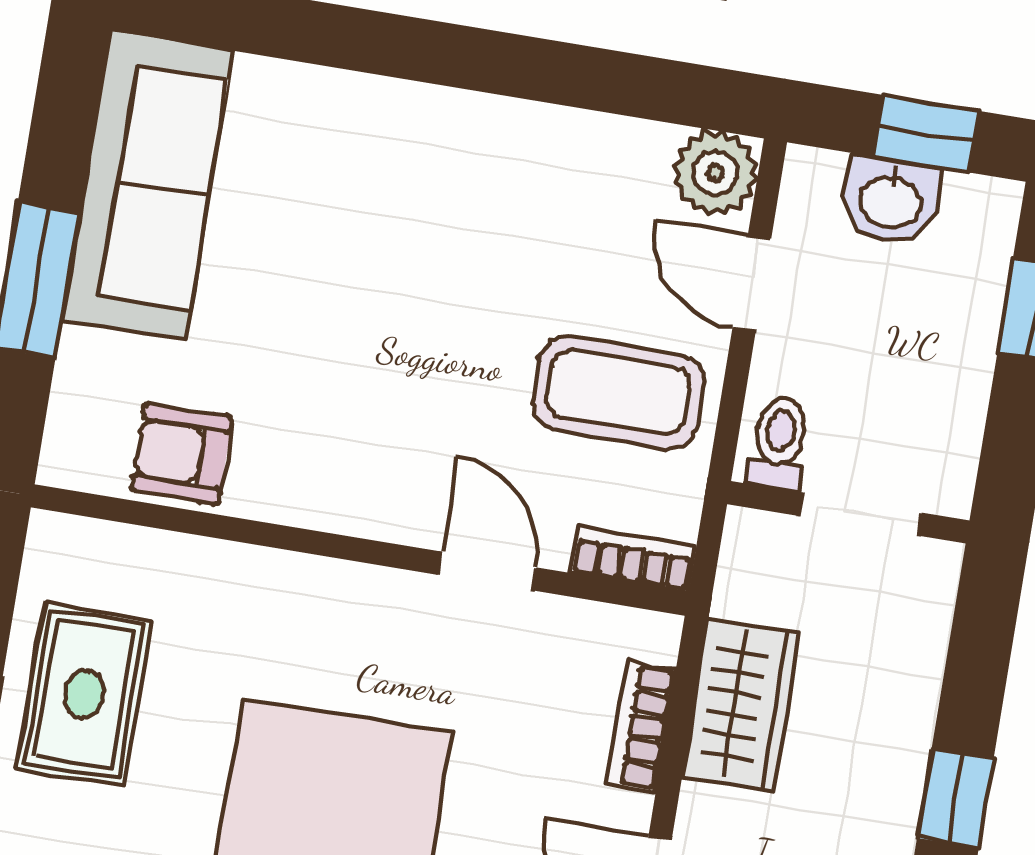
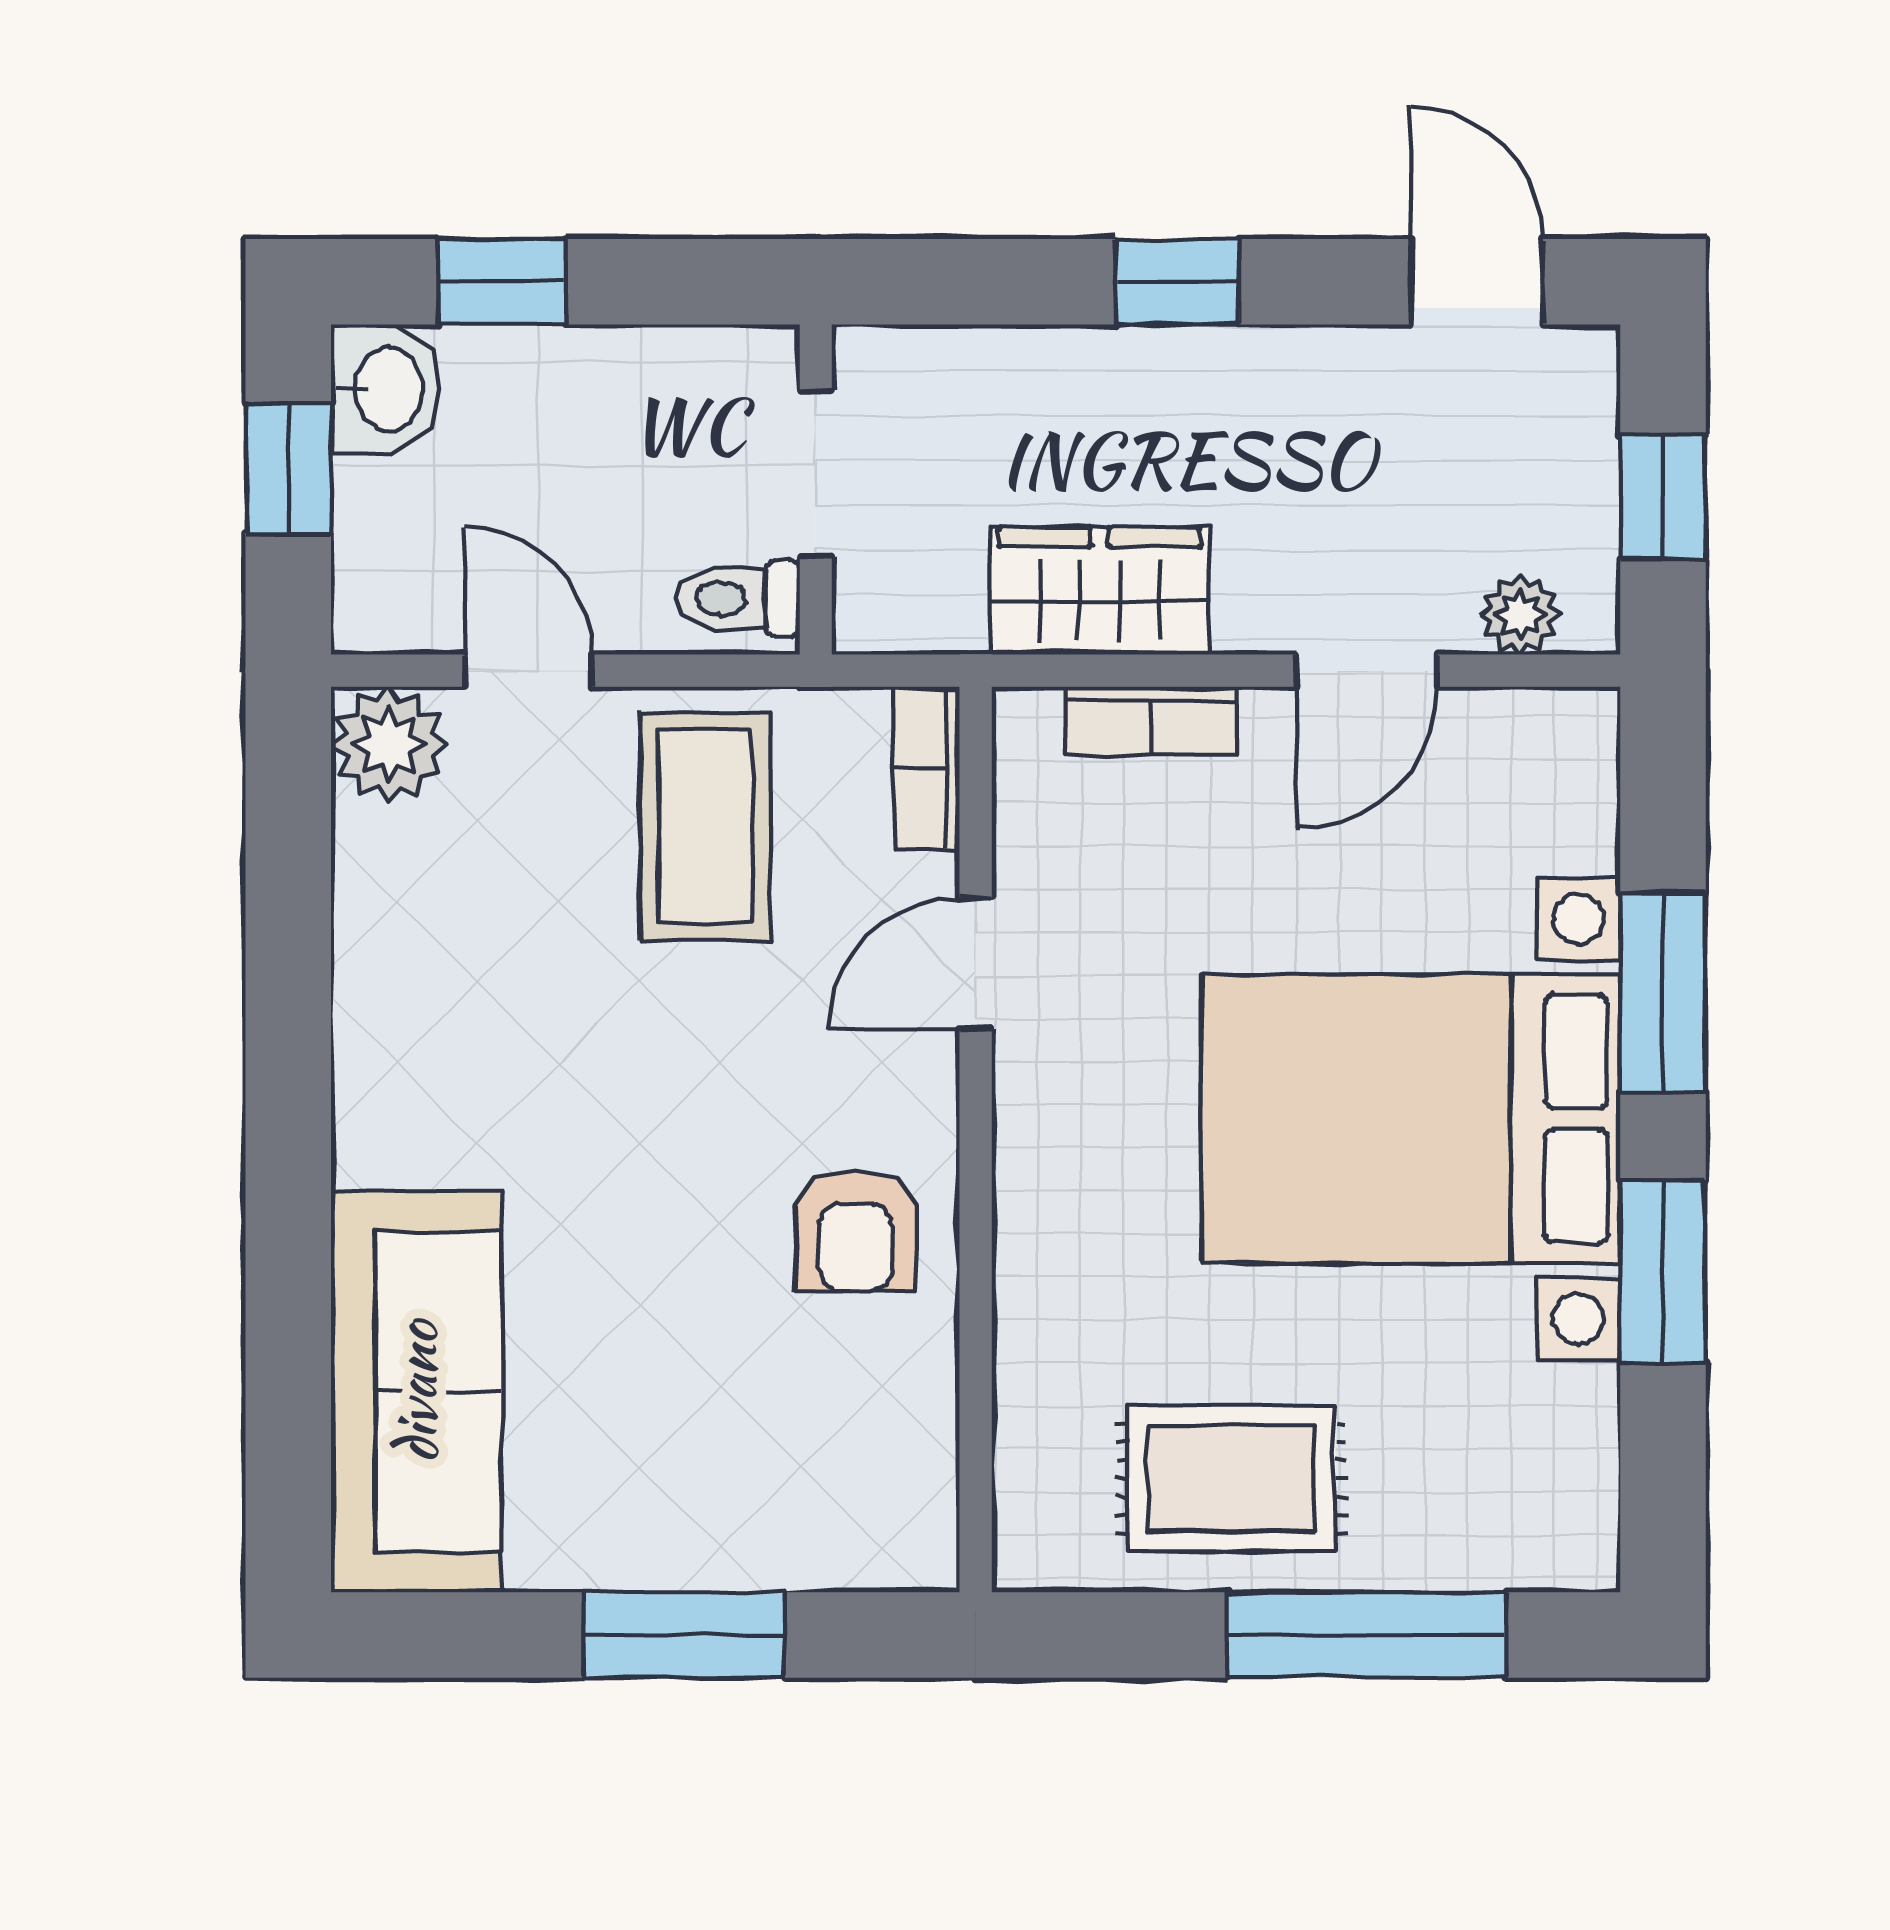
sofa: (147, 185) -> (416, 1392), moved, turned 90
washbasin: (891, 200) -> (386, 389), moved
door: (752, 283) -> (528, 671), swing flipped
armchair: (182, 454) -> (856, 1230), moved

